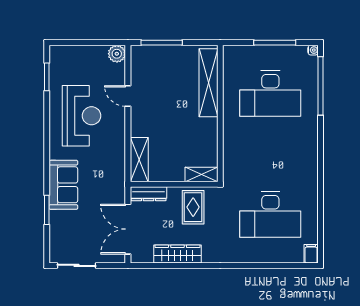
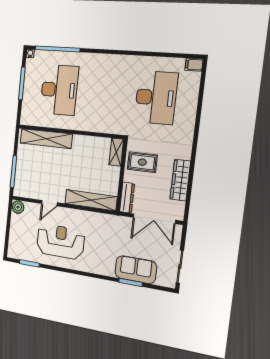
shelving: (139, 160) -> (91, 200), width x1.47
sofa: (63, 185) -> (136, 270), moved

